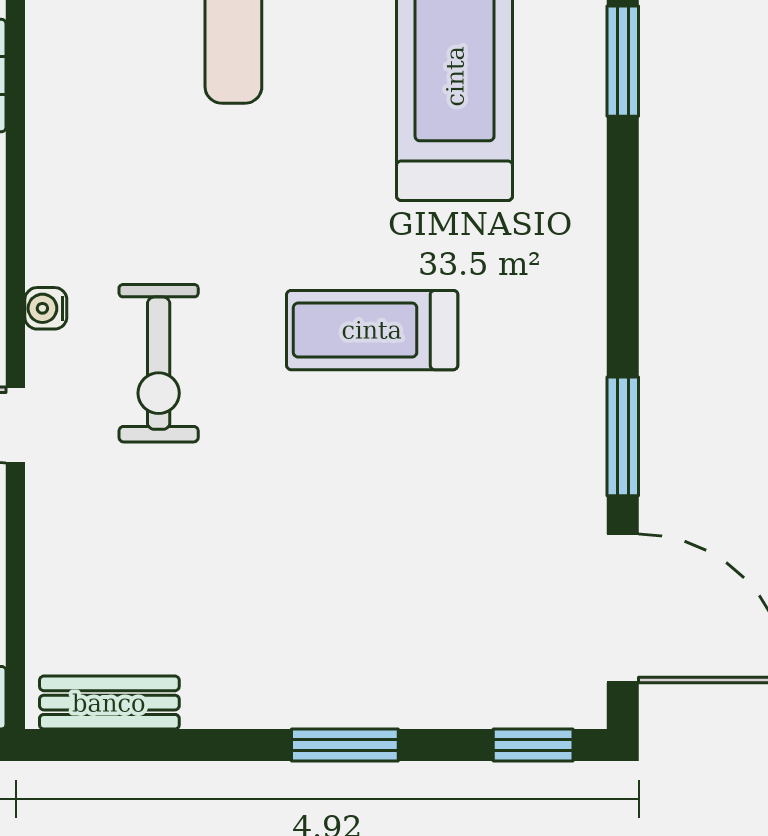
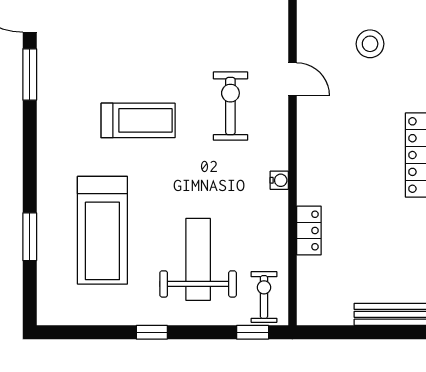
water cooler: (46, 308) -> (279, 180), moved

